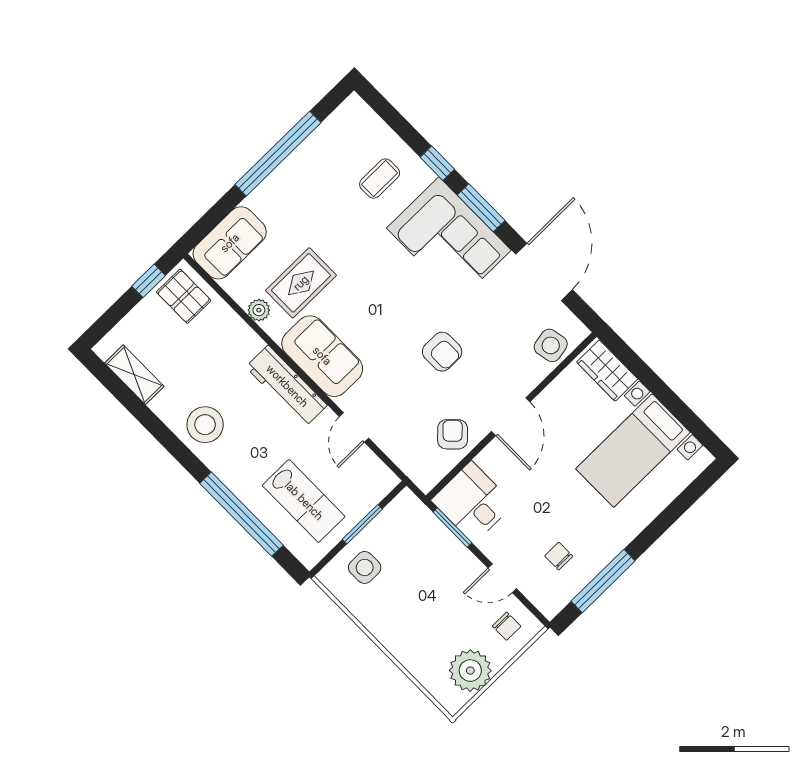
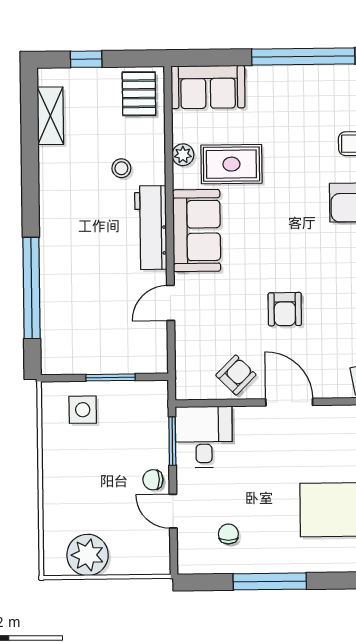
window: (149, 281) -> (86, 59), moved
door: (511, 417) -> (289, 402), swing flipped
stool: (205, 425) -> (121, 168), moved, width x0.53, depth x0.53
lab bench: (304, 501) -> (85, 321), removed
window: (603, 581) -> (270, 581), moved
chair: (507, 626) -> (153, 480), moved, turned 90

